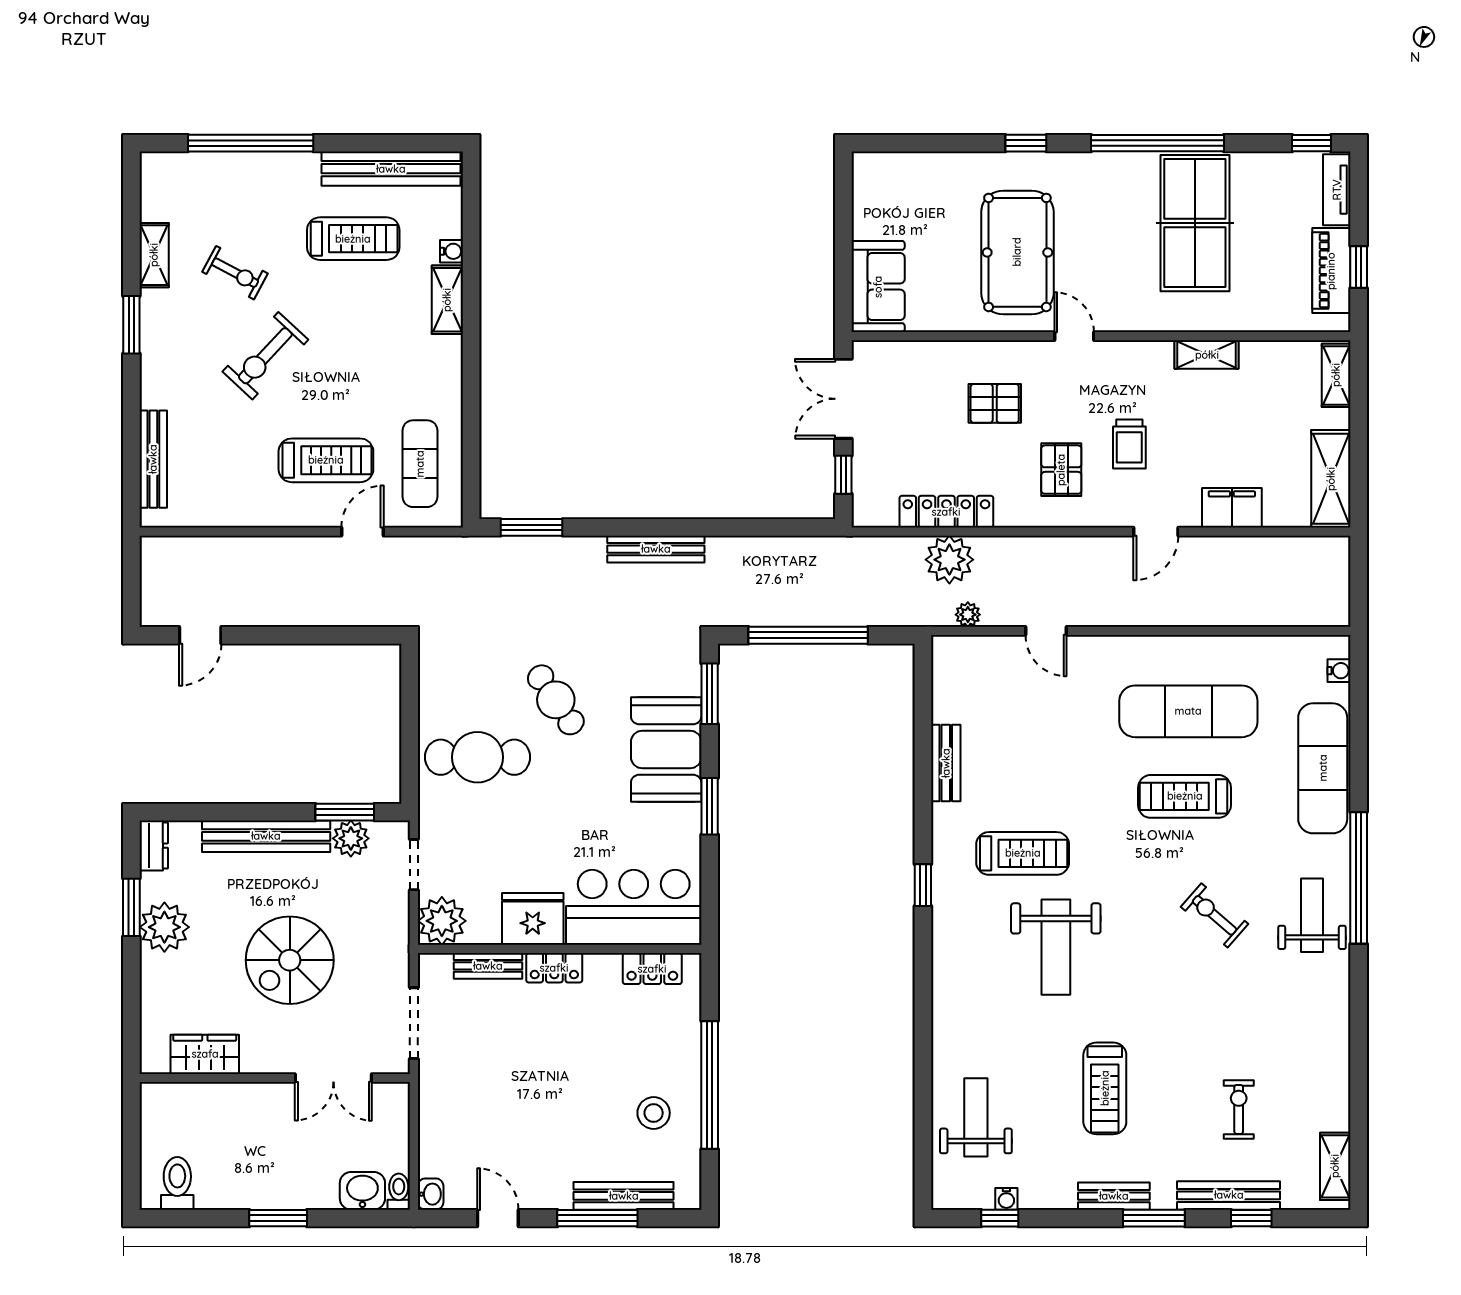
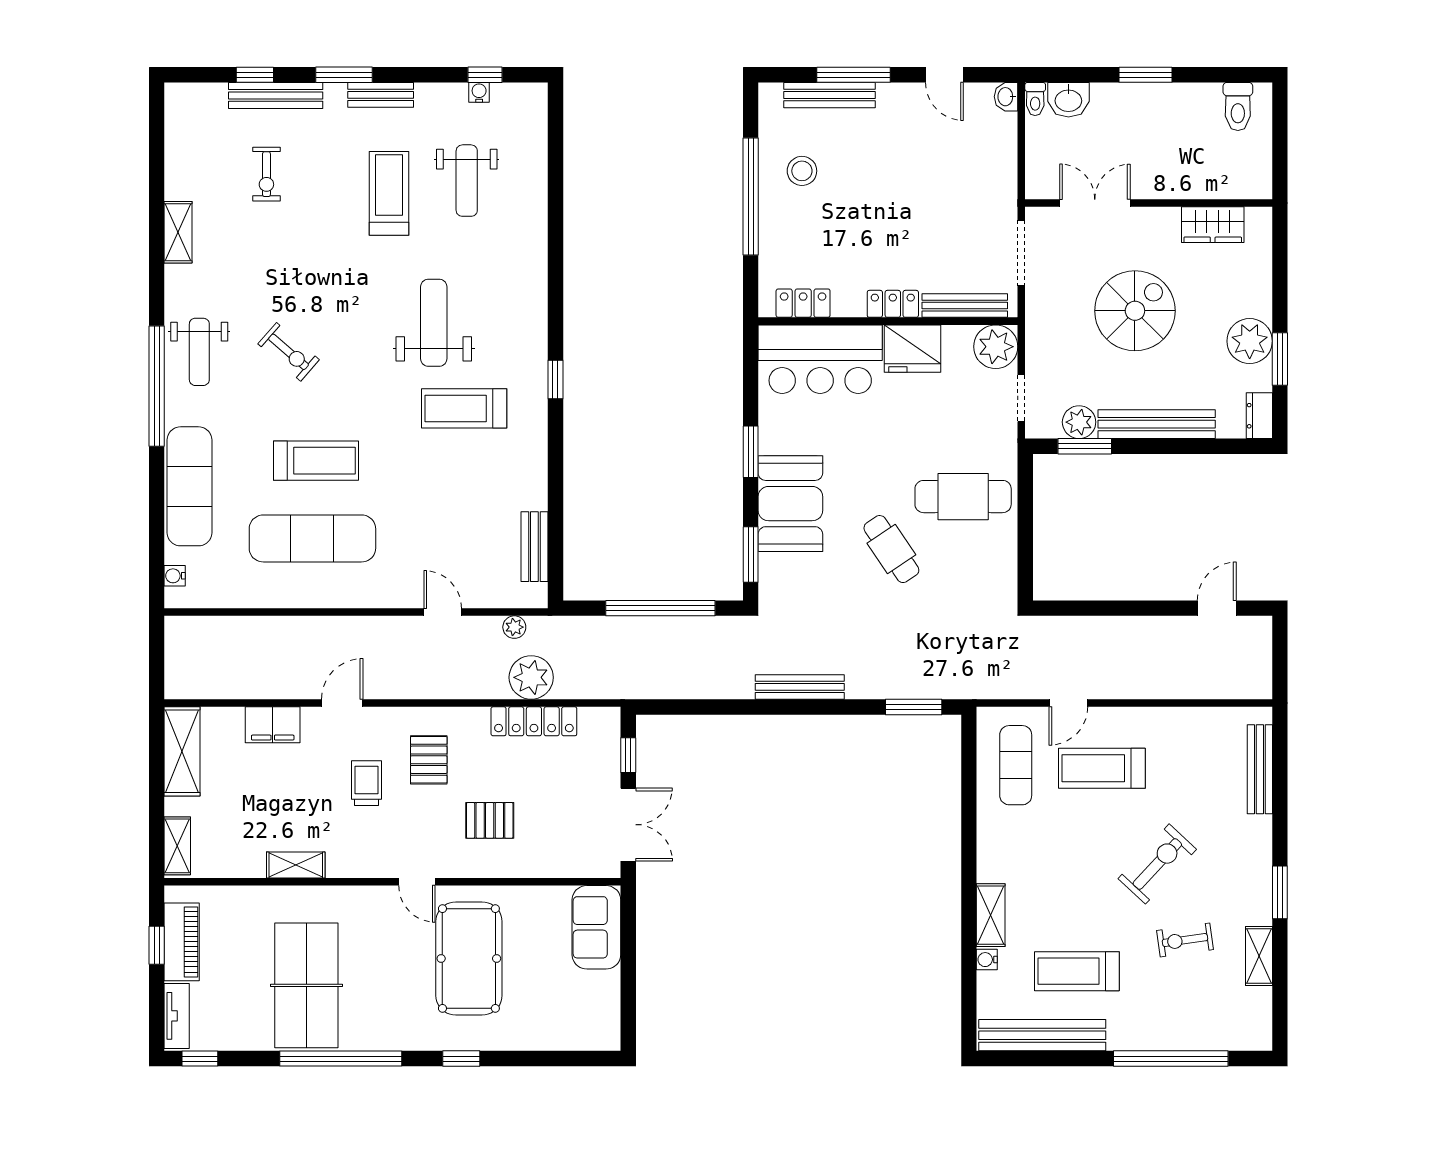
exercise bike: (235, 273) -> (1185, 940), turned -36
bench: (946, 763) -> (534, 547), moved
bench: (488, 966) -> (965, 306), width x1.36
weight bench: (976, 1117) -> (467, 181), moved
shelving: (1335, 1166) -> (178, 232), moved

